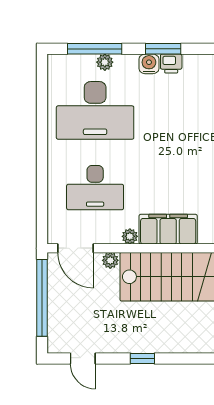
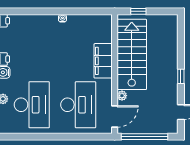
desk: (95, 188) -> (78, 105), width x1.36, depth x1.30
plant: (130, 236) -> (107, 84), removed

